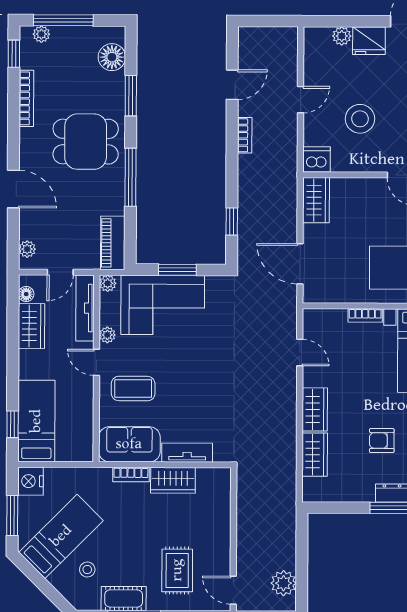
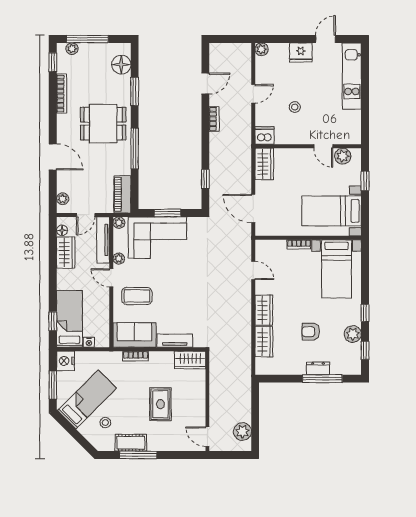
plant: (342, 36) -> (262, 49), moved
stool: (360, 119) -> (295, 107), width x0.53, depth x0.53
nightstand: (64, 455) -> (89, 342), added
wardrobe: (173, 480) -> (190, 360), moved
rug: (177, 570) -> (160, 404), moved

